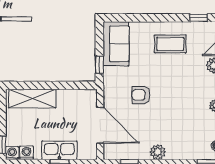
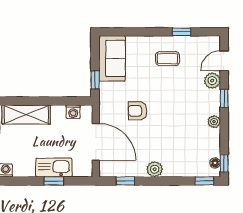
window: (199, 18) -> (182, 32), moved
coffee table: (170, 44) -> (168, 59), width x0.73, depth x0.77
washing machine: (27, 153) -> (73, 112), moved, turned 180

